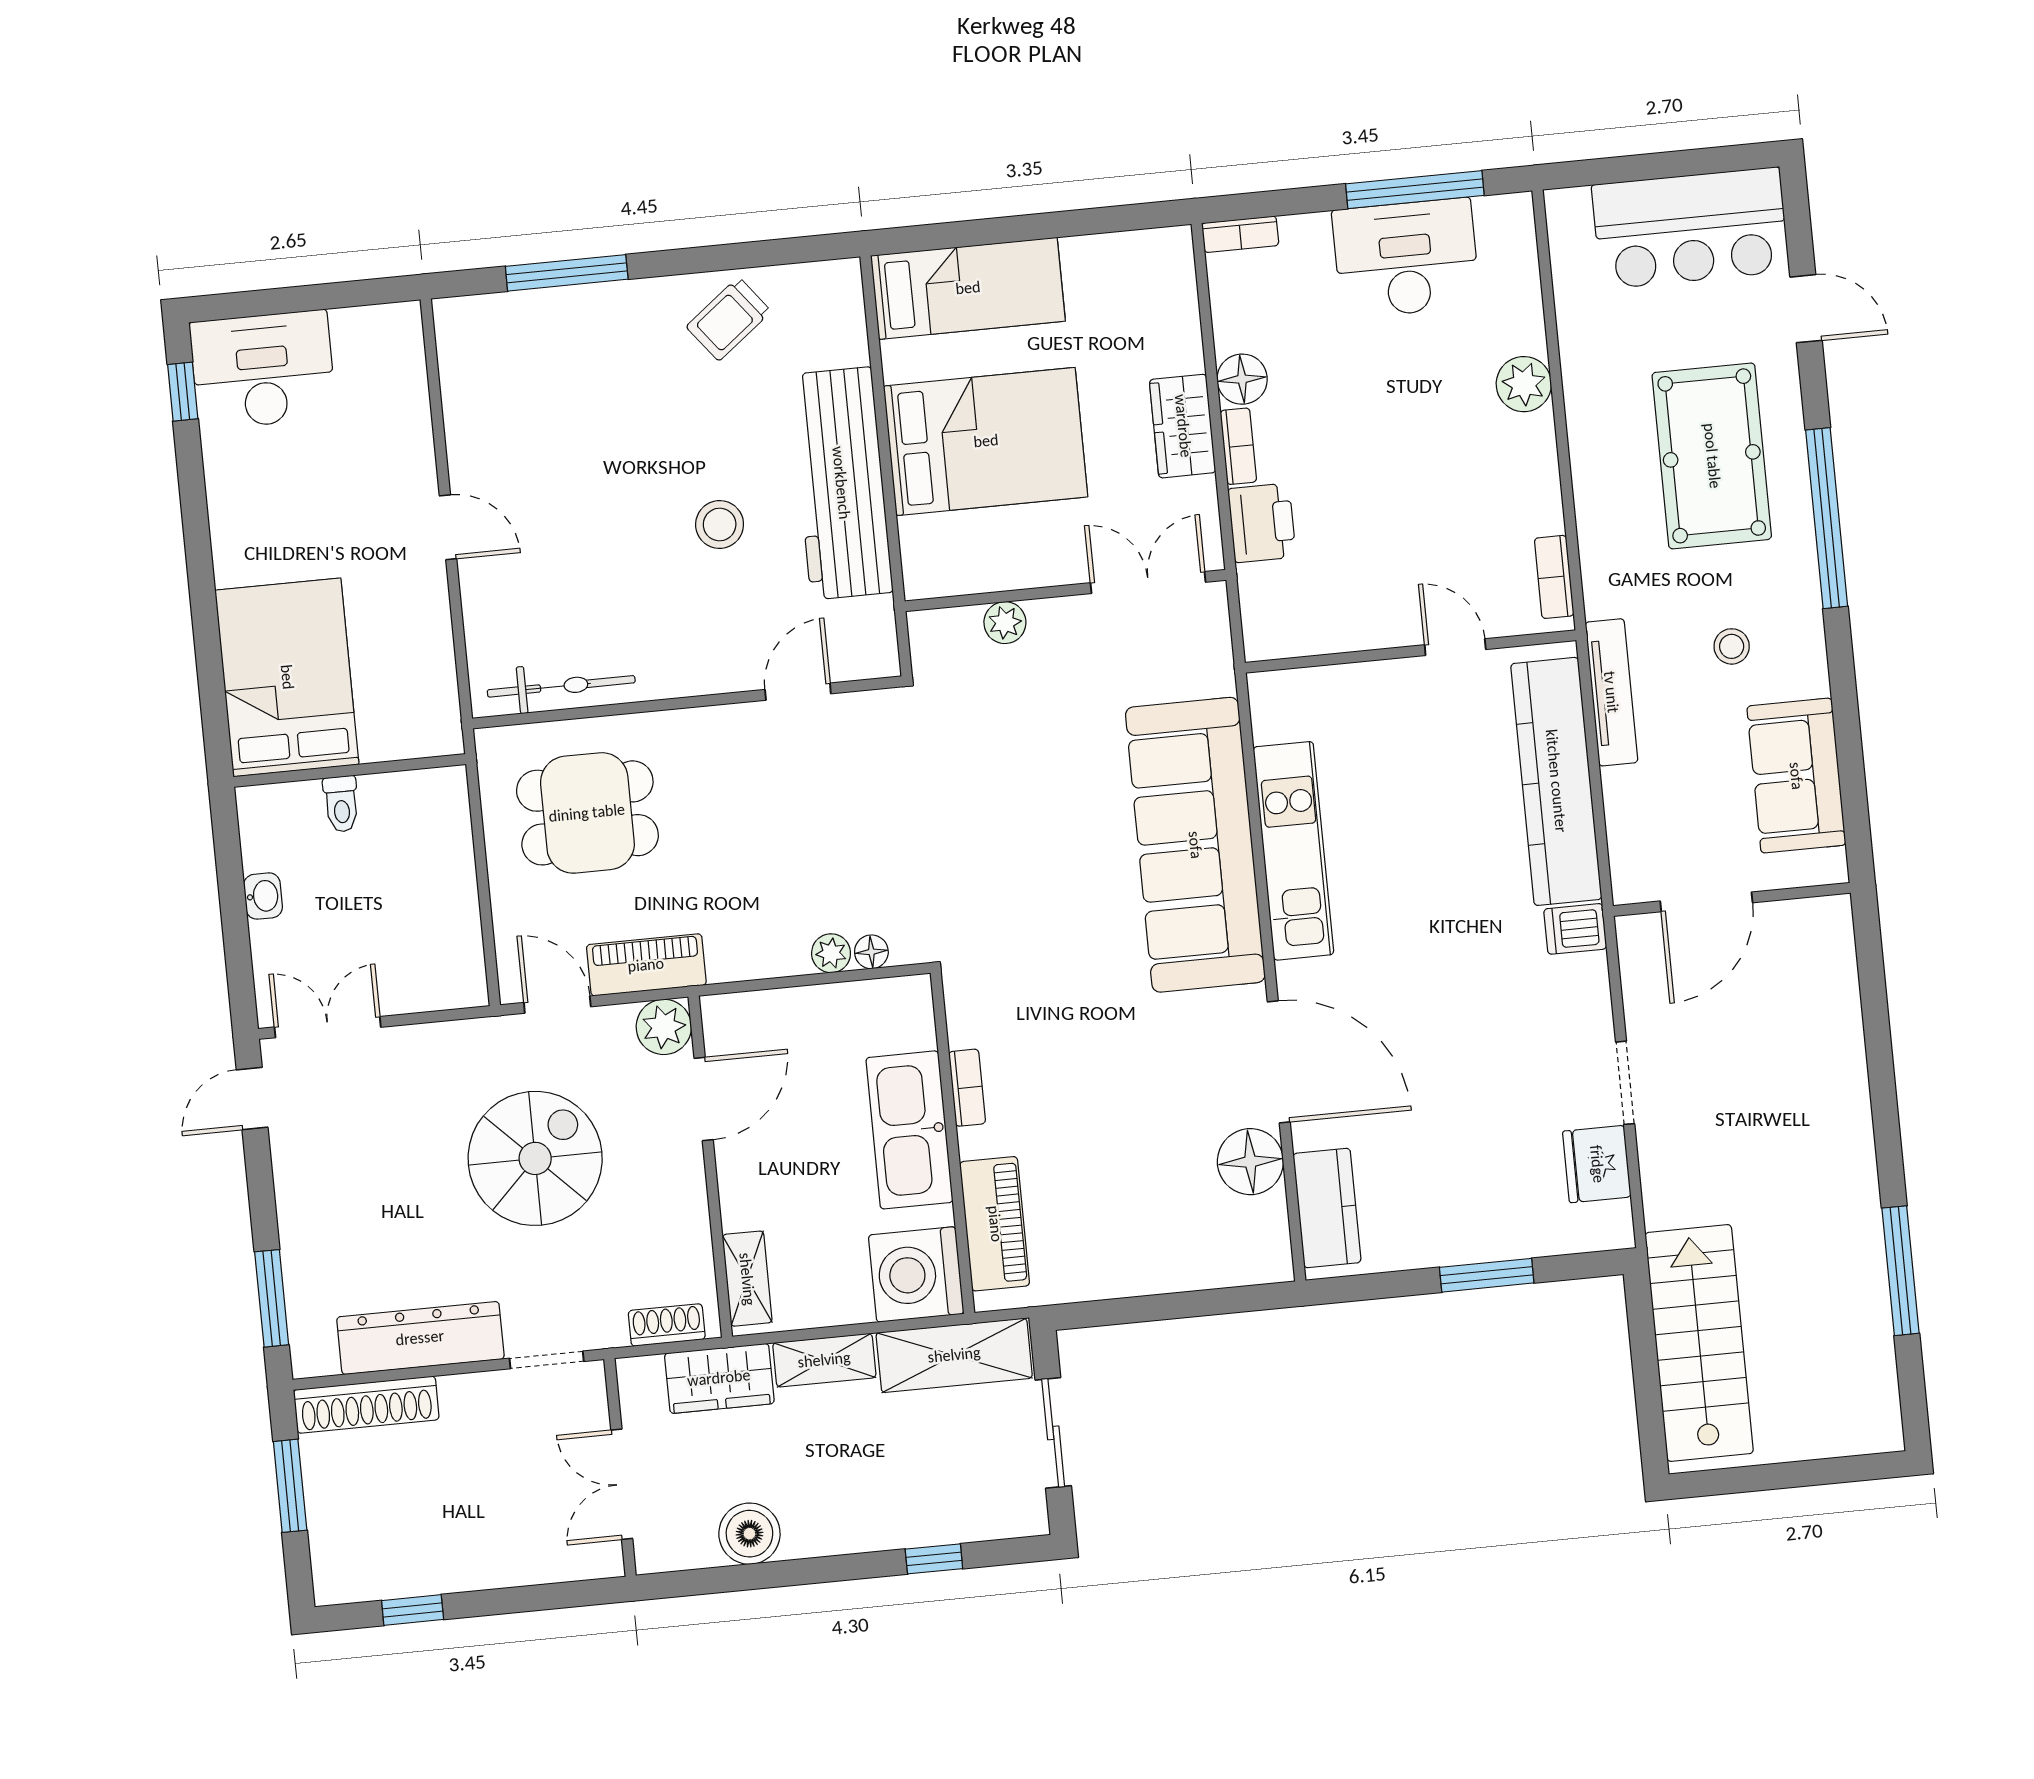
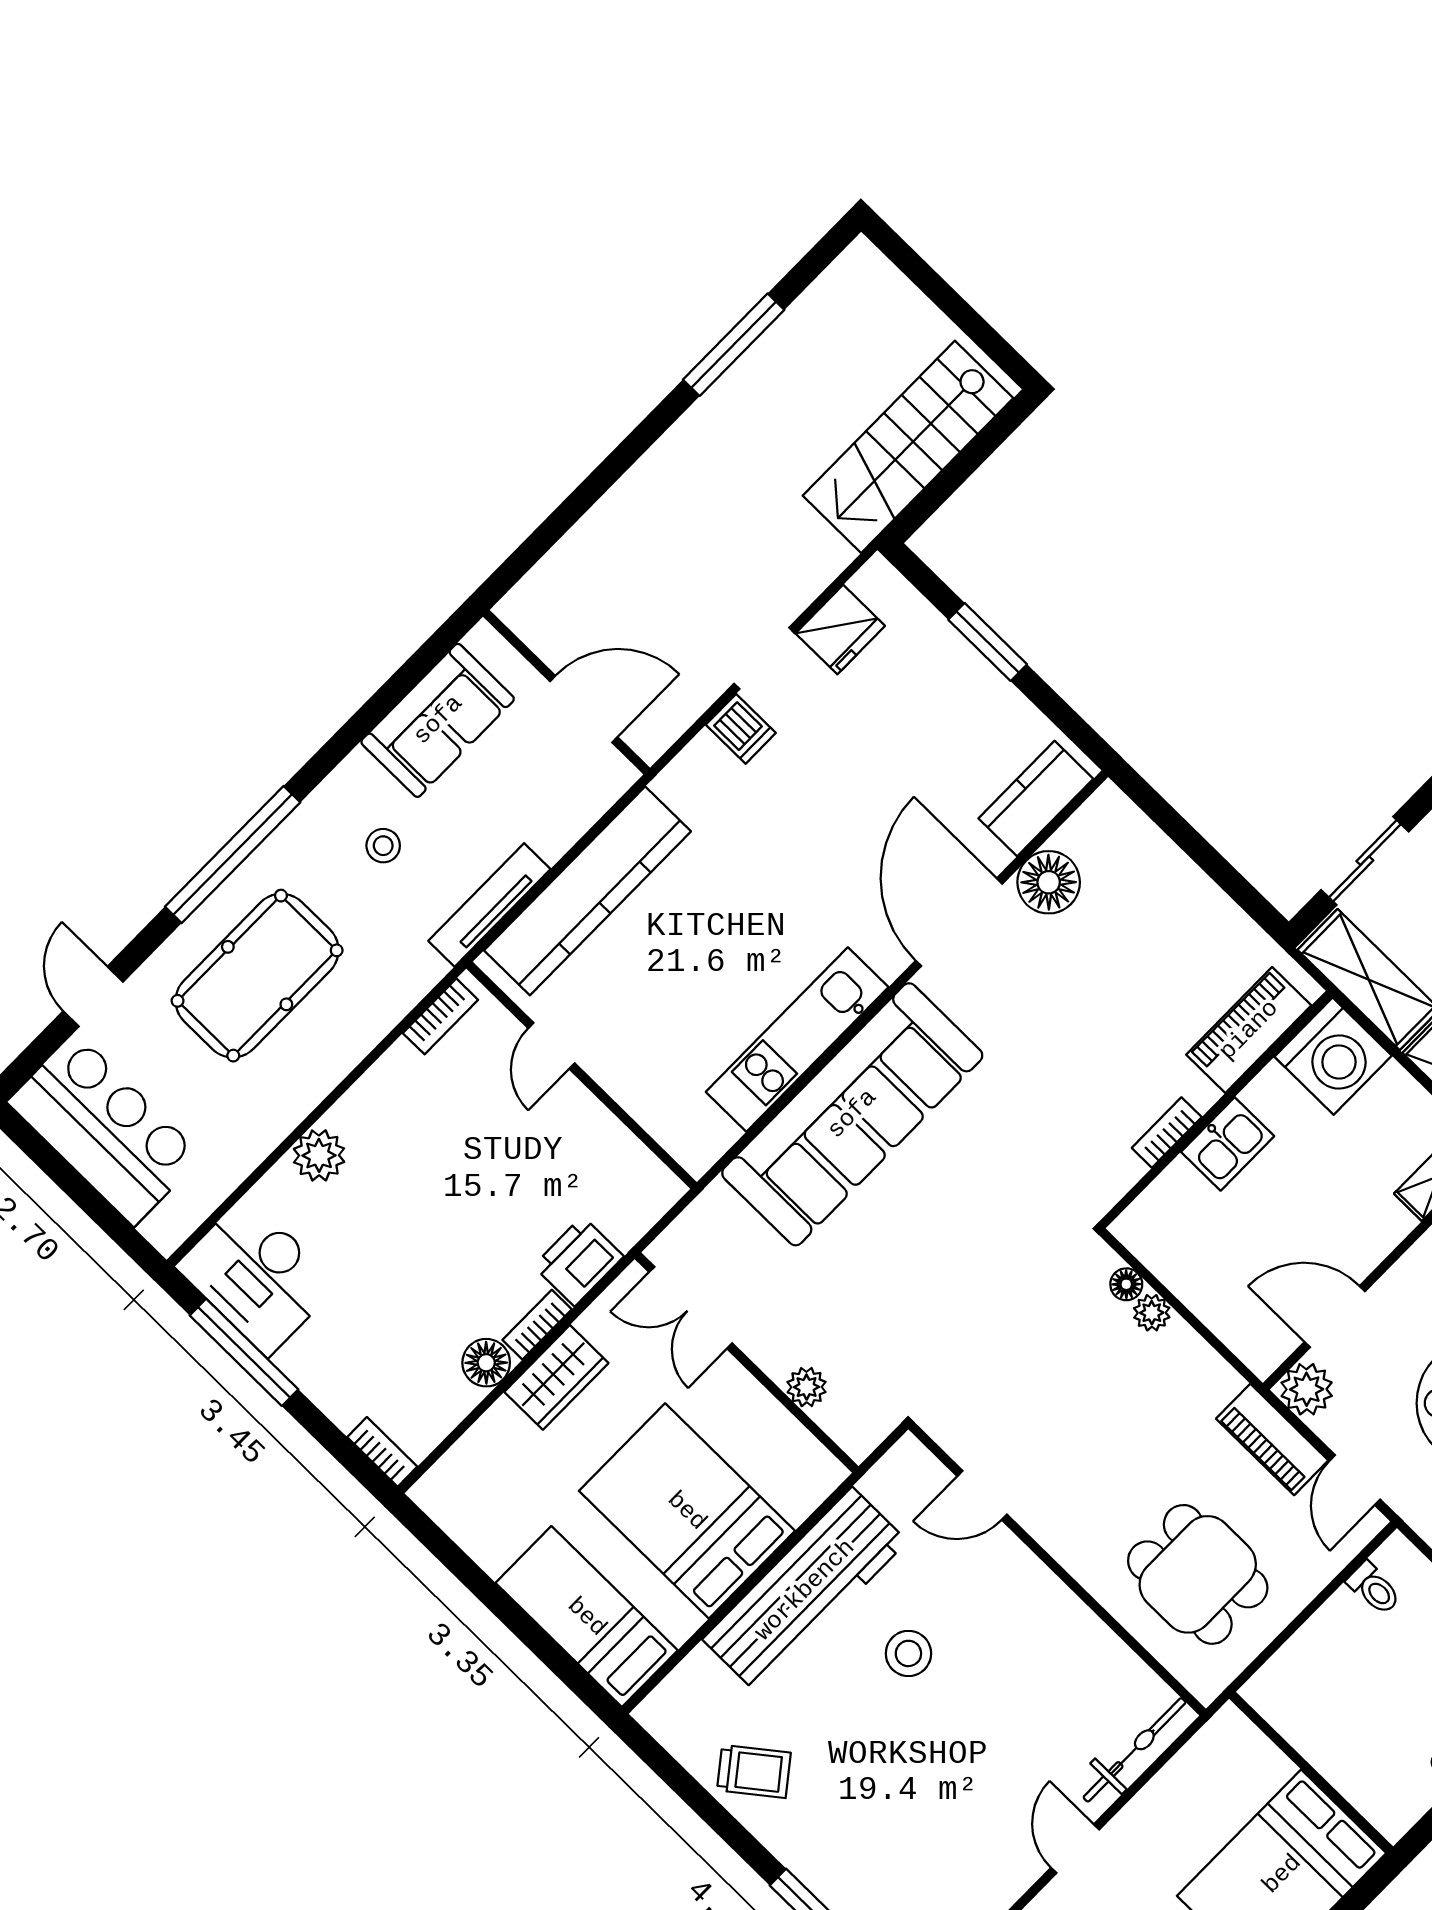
desk: (1406, 258) -> (257, 1276), moved
bicycle: (561, 686) -> (1135, 1750), moved, turned 90
toilet: (341, 804) -> (1374, 1588), moved, turned 90
dishwasher: (1575, 929) -> (741, 729), moved
kitchen sink: (909, 1130) -> (1228, 1144), width x0.53, depth x0.81

